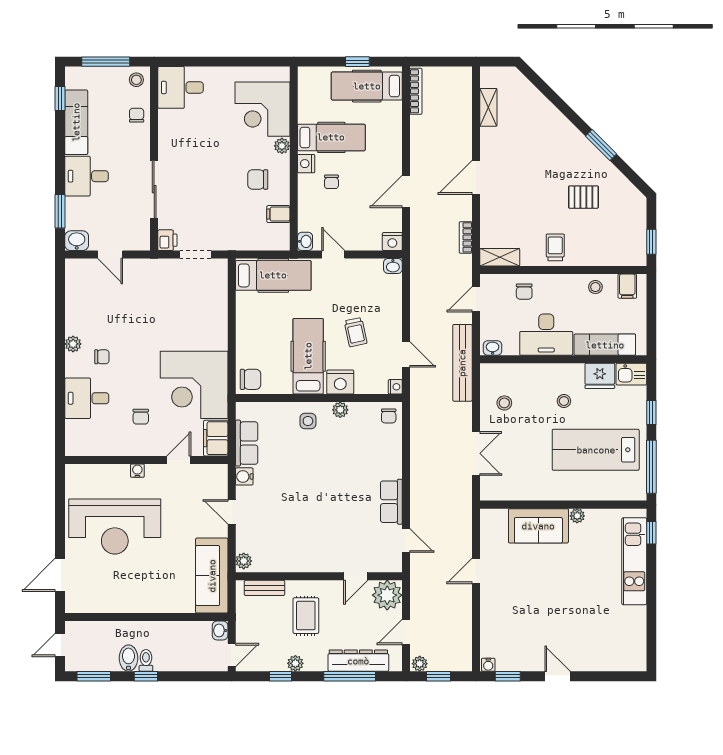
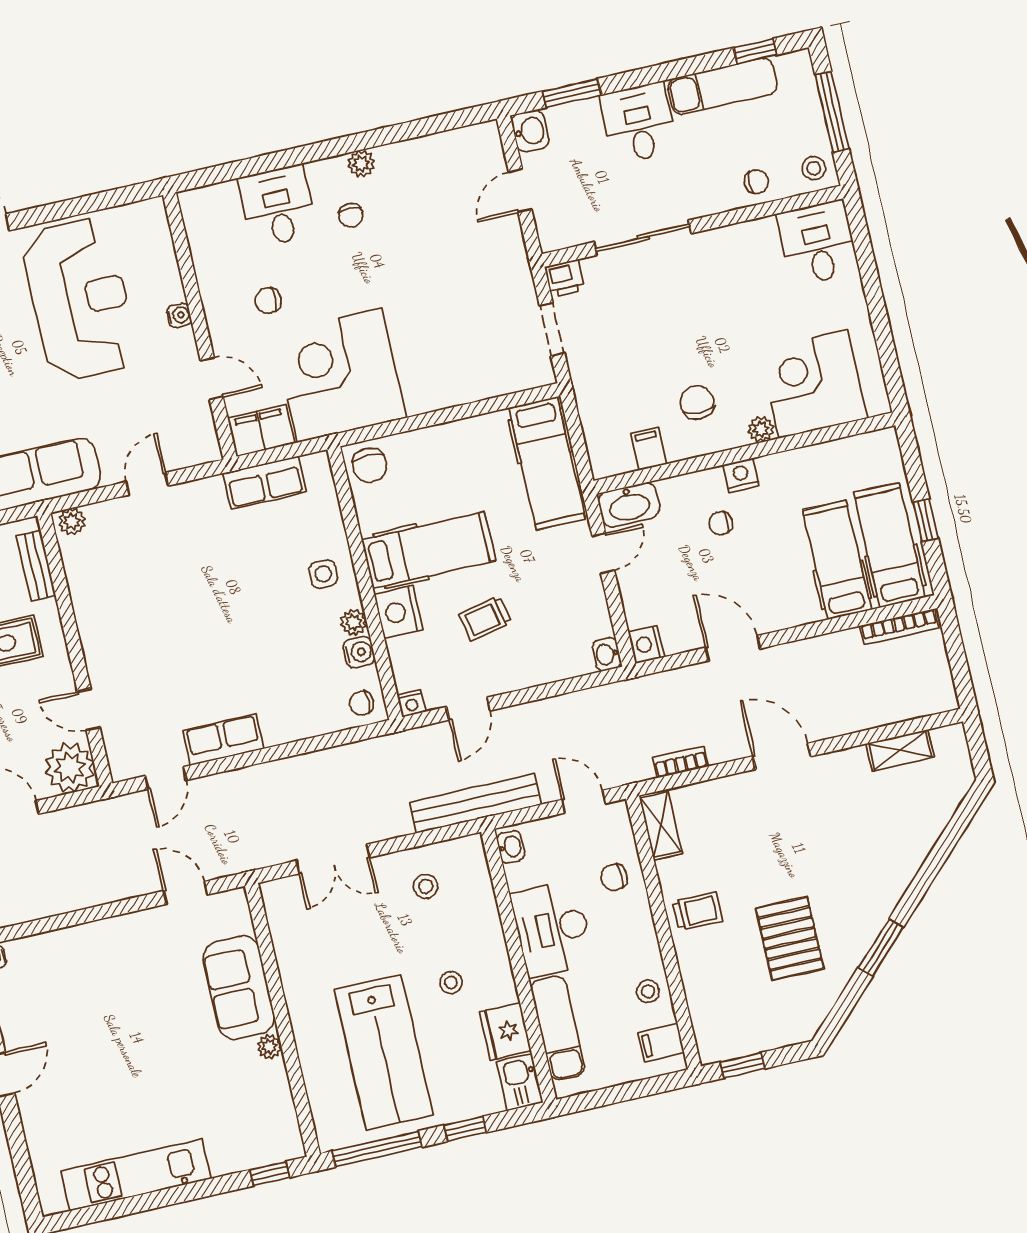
hospital bed: (331, 137) -> (837, 560), moved, turned 180
pallet: (583, 197) -> (790, 938), width x1.50, depth x1.42
washbasin: (305, 241) -> (629, 505), width x1.91, depth x1.45
lab bench: (596, 450) -> (384, 1052), turned 180
water cooler: (244, 476) -> (359, 652), moved, turned 90
reception desk: (115, 527) -> (80, 299), turned 180
kitchen unit: (634, 561) -> (136, 1175), moved
door: (476, 571) -> (185, 893), moved

